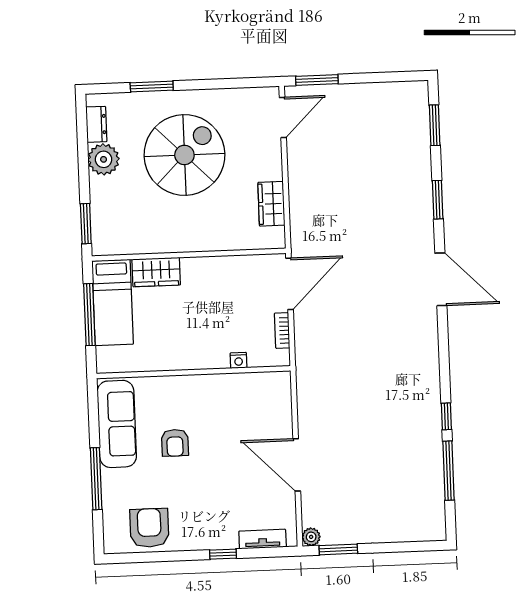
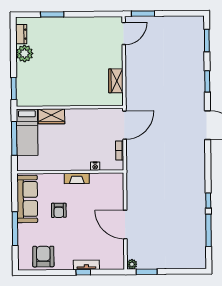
spiral stairs: (184, 155) -> (69, 53), removed
fireplace: (206, 384) -> (77, 178), added
tv unit: (263, 539) -> (86, 265), moved

